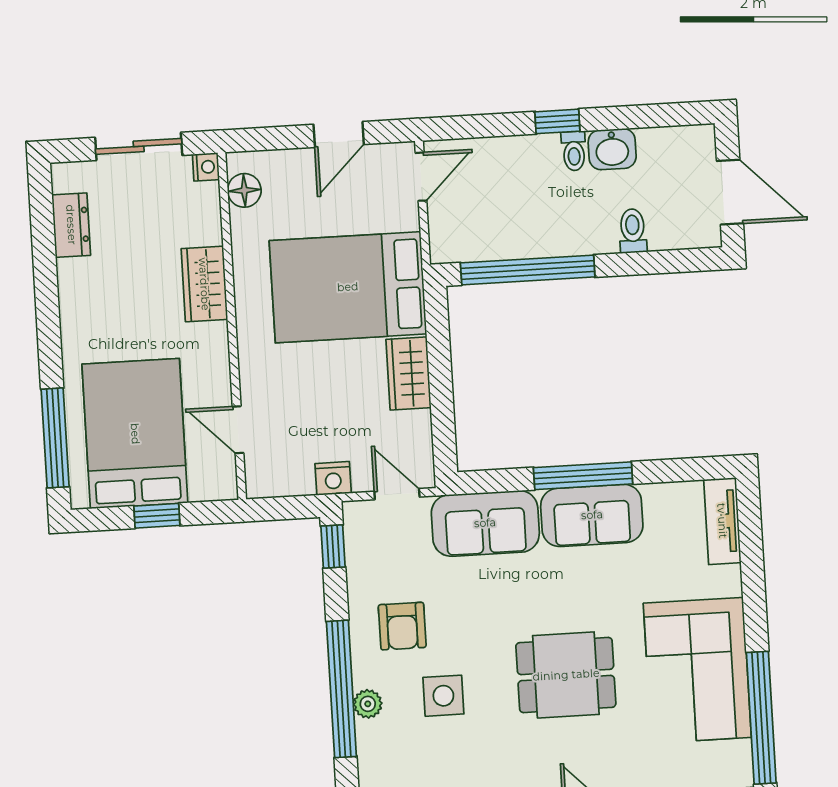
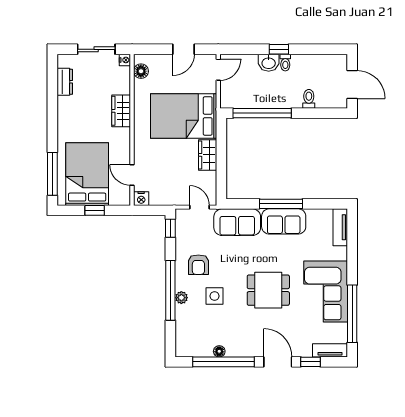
washbasin: (612, 149) -> (269, 63), moved
nightstand: (333, 478) -> (141, 199), moved

